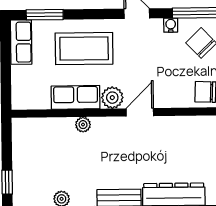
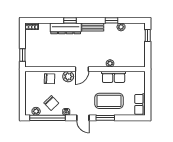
window: (45, 15) -> (105, 118), moved
plant: (112, 98) -> (68, 77), moved

